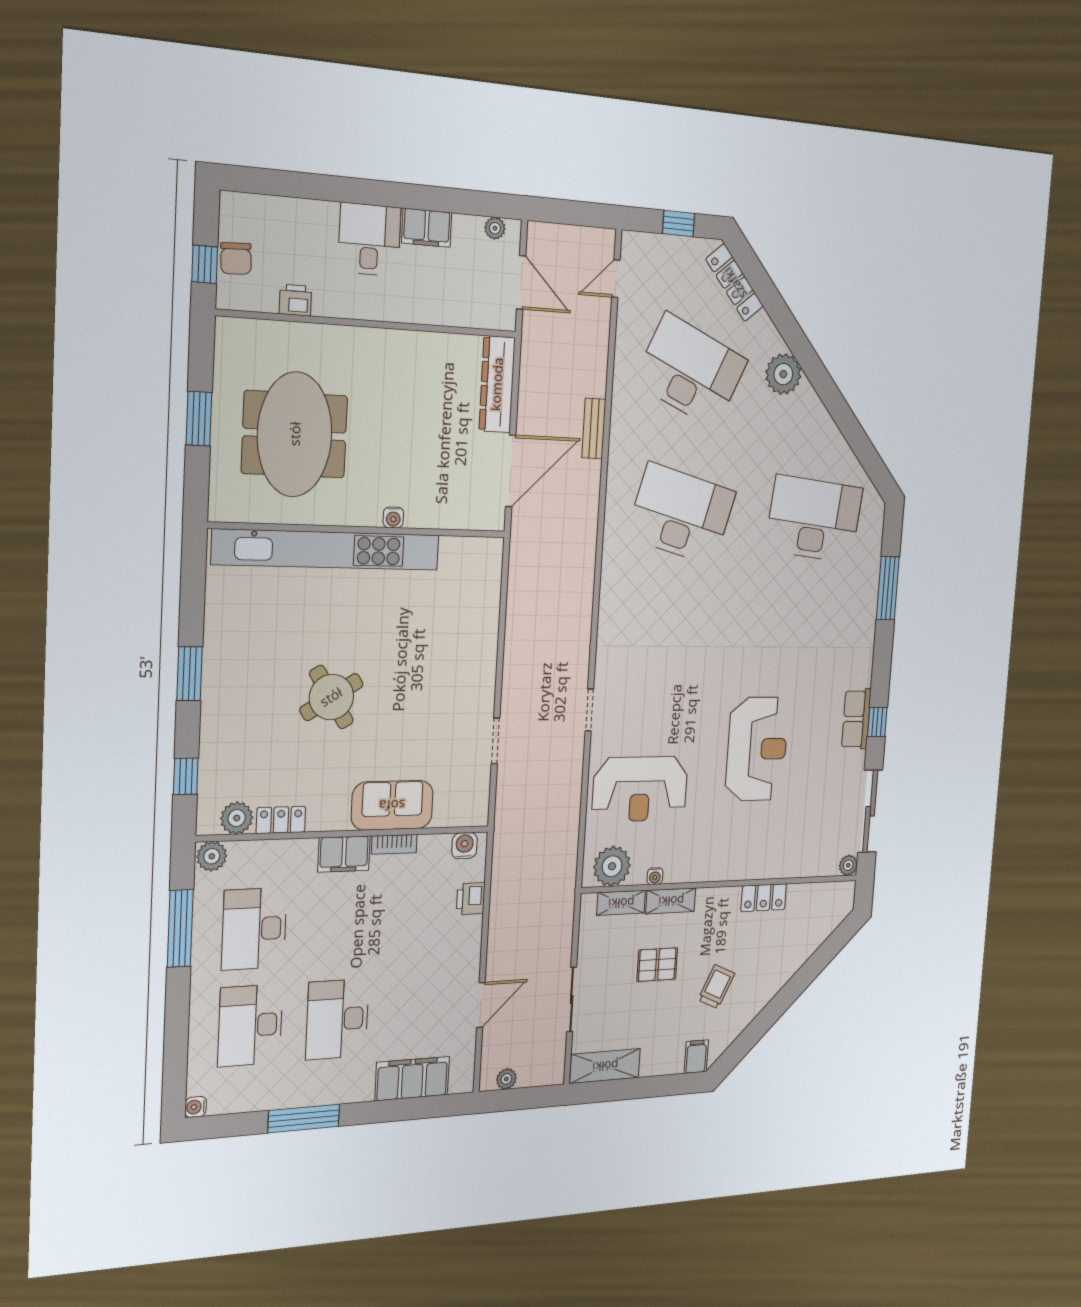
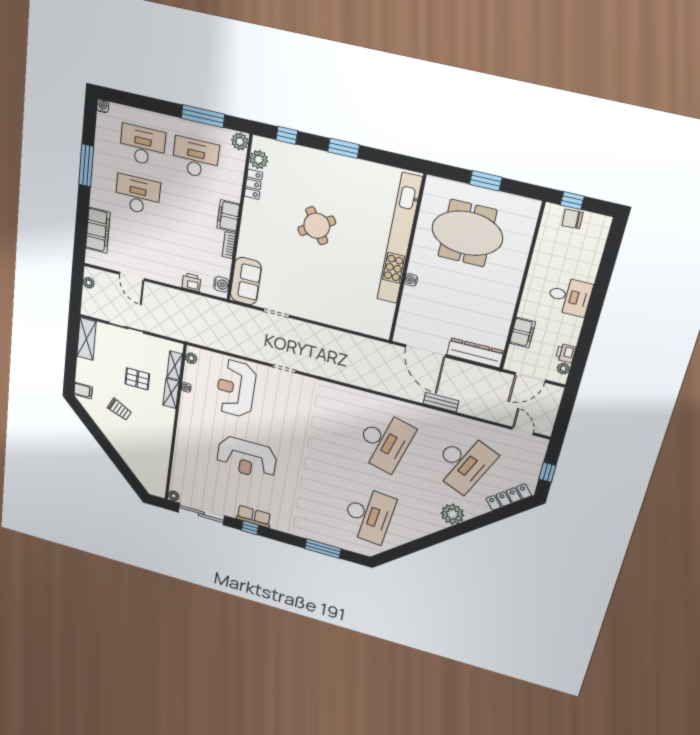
filing cabinet: (427, 228) -> (523, 332), moved, turned 180
printer: (295, 300) -> (566, 353), moved, turned 180
sofa: (392, 805) -> (246, 281), moved
plant: (612, 866) -> (191, 358), width x0.53, depth x0.53
locker: (764, 898) -> (164, 445), removed
pallet: (657, 965) -> (137, 379), turned 90

